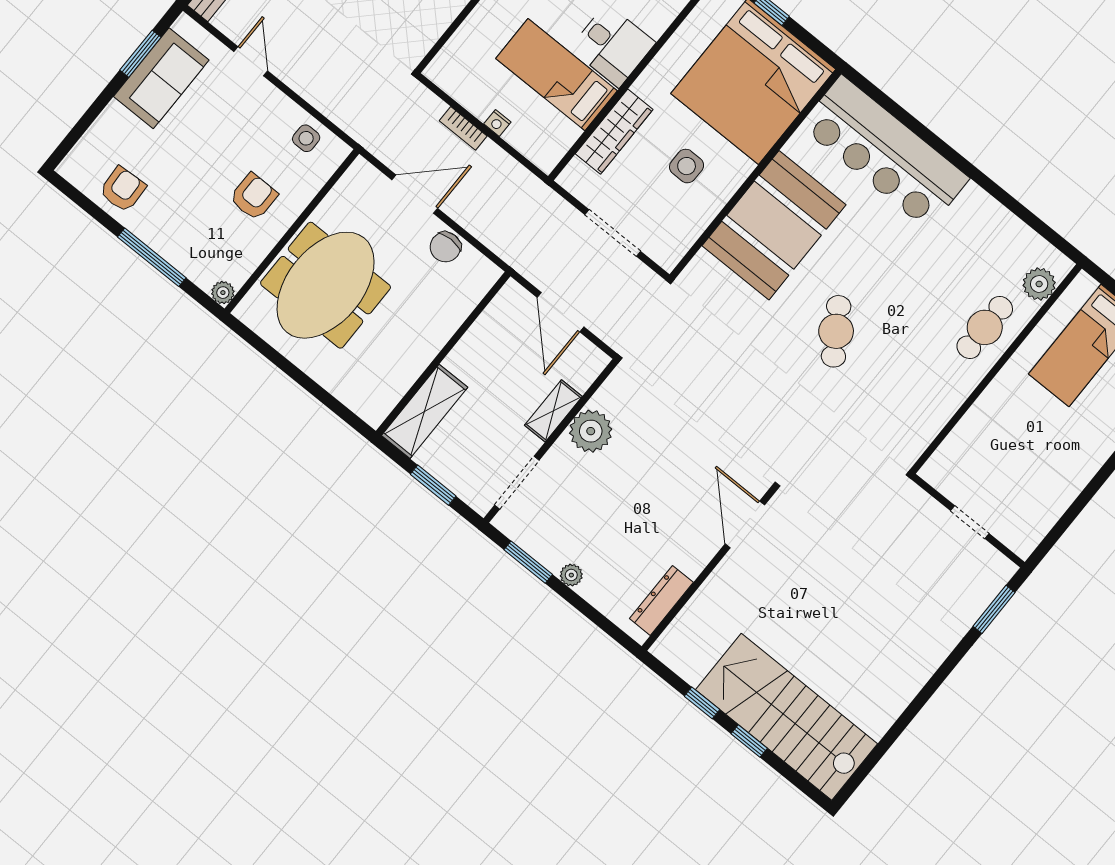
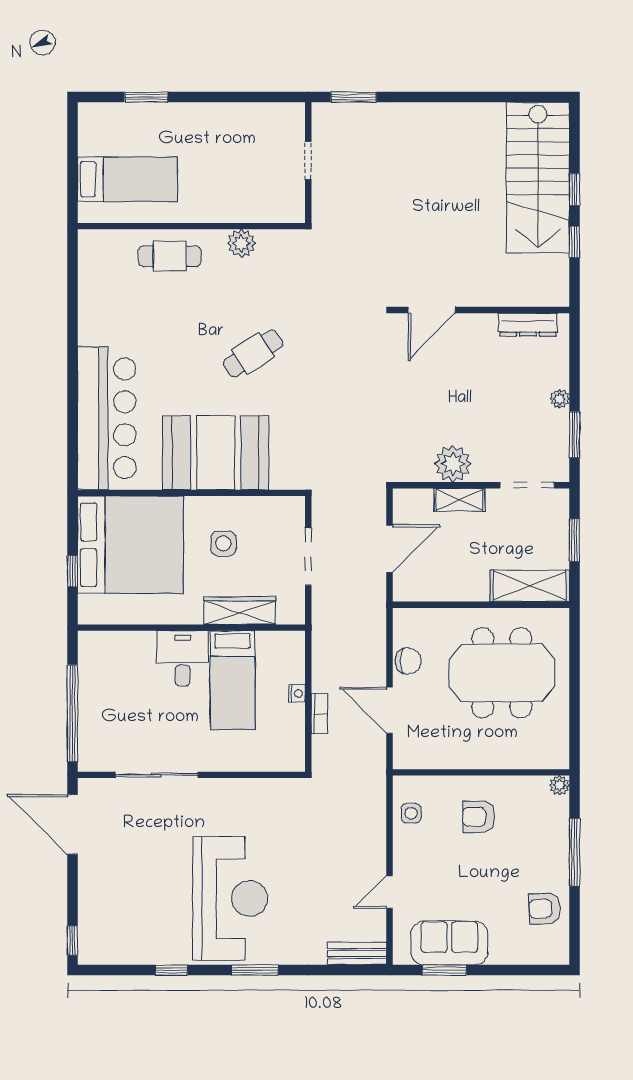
plant: (1039, 284) -> (241, 243), moved
meeting table: (326, 285) -> (502, 673), moved

